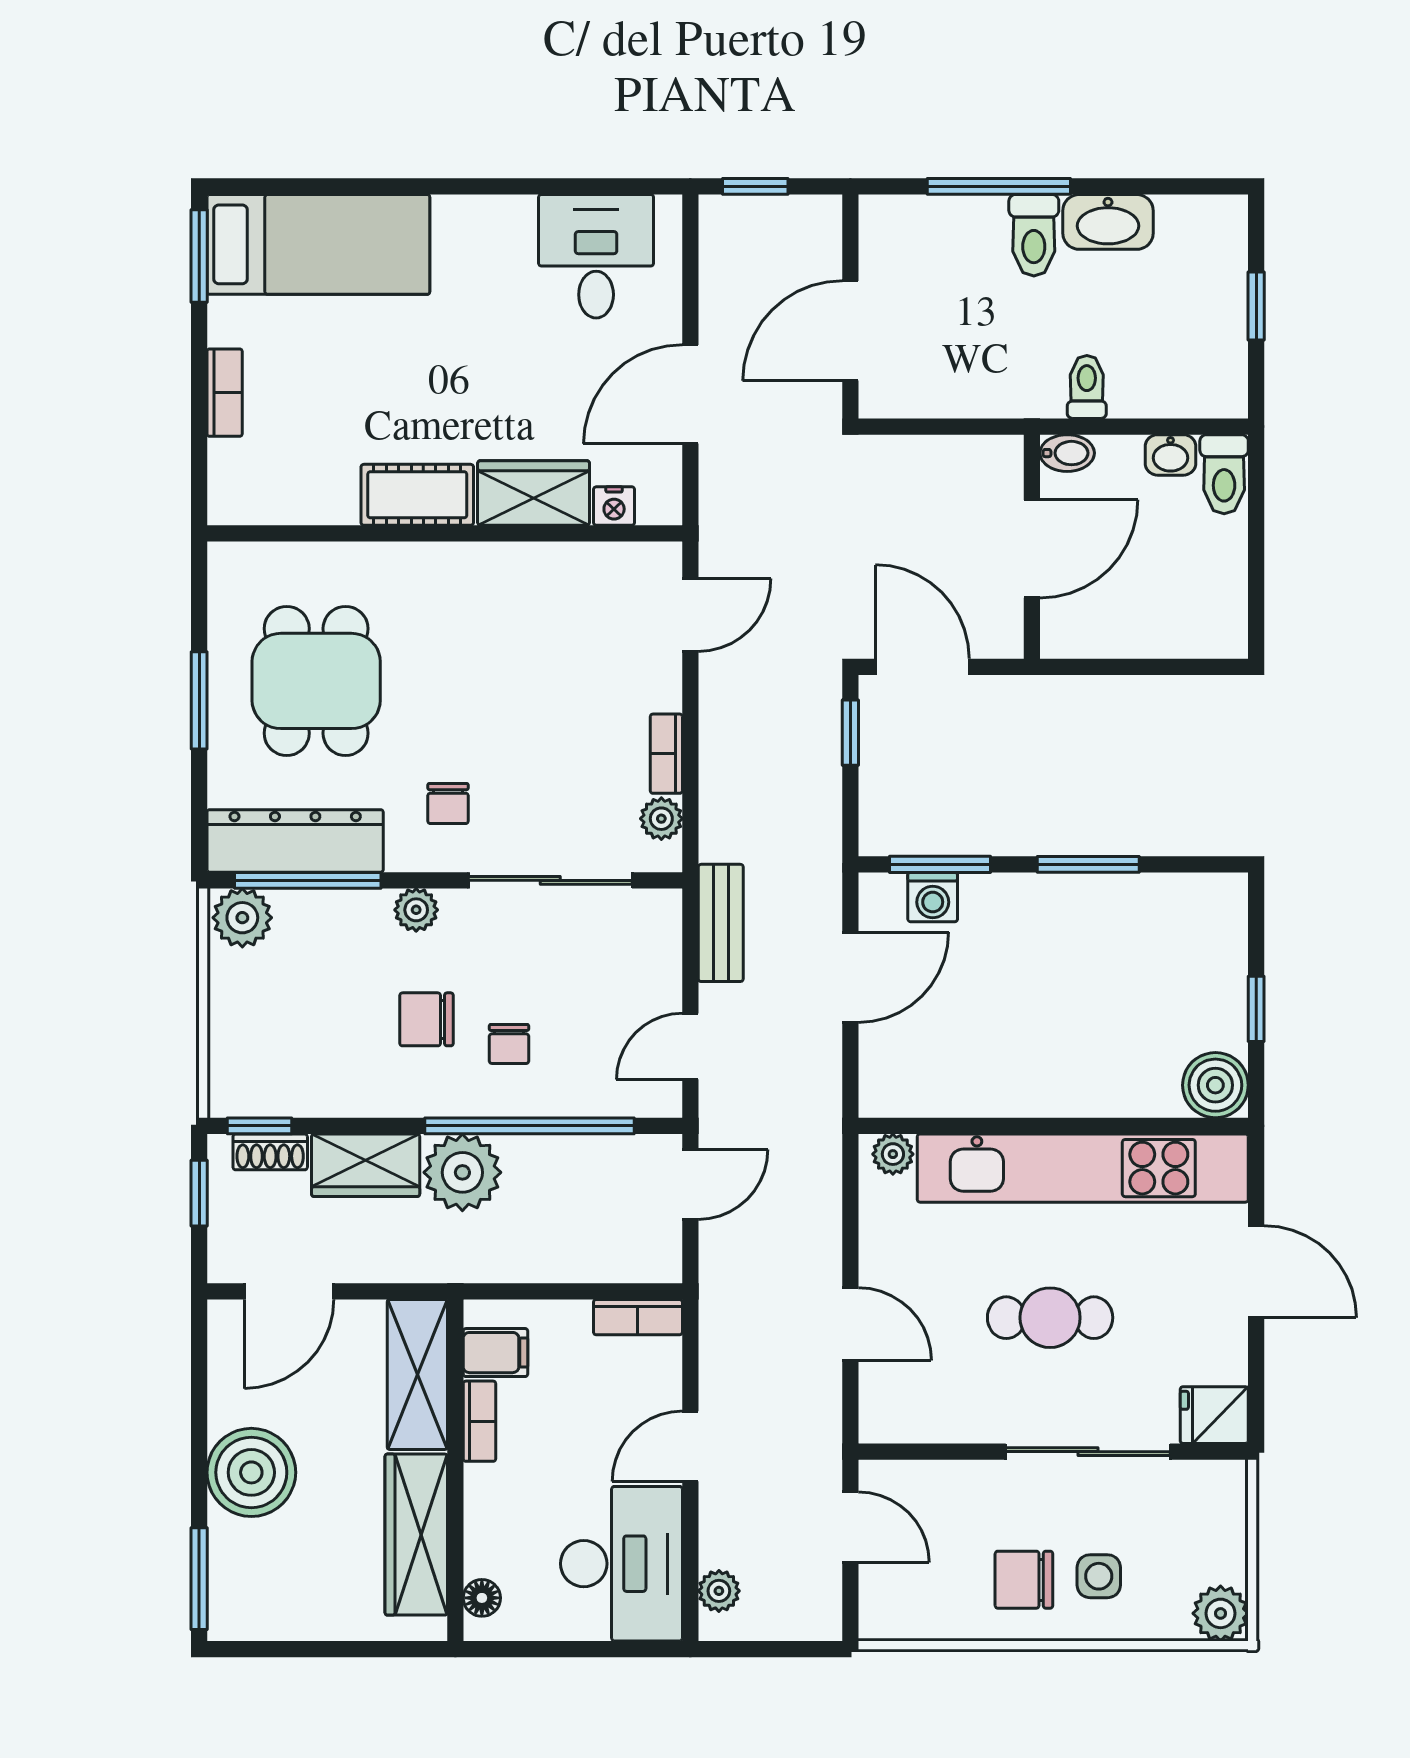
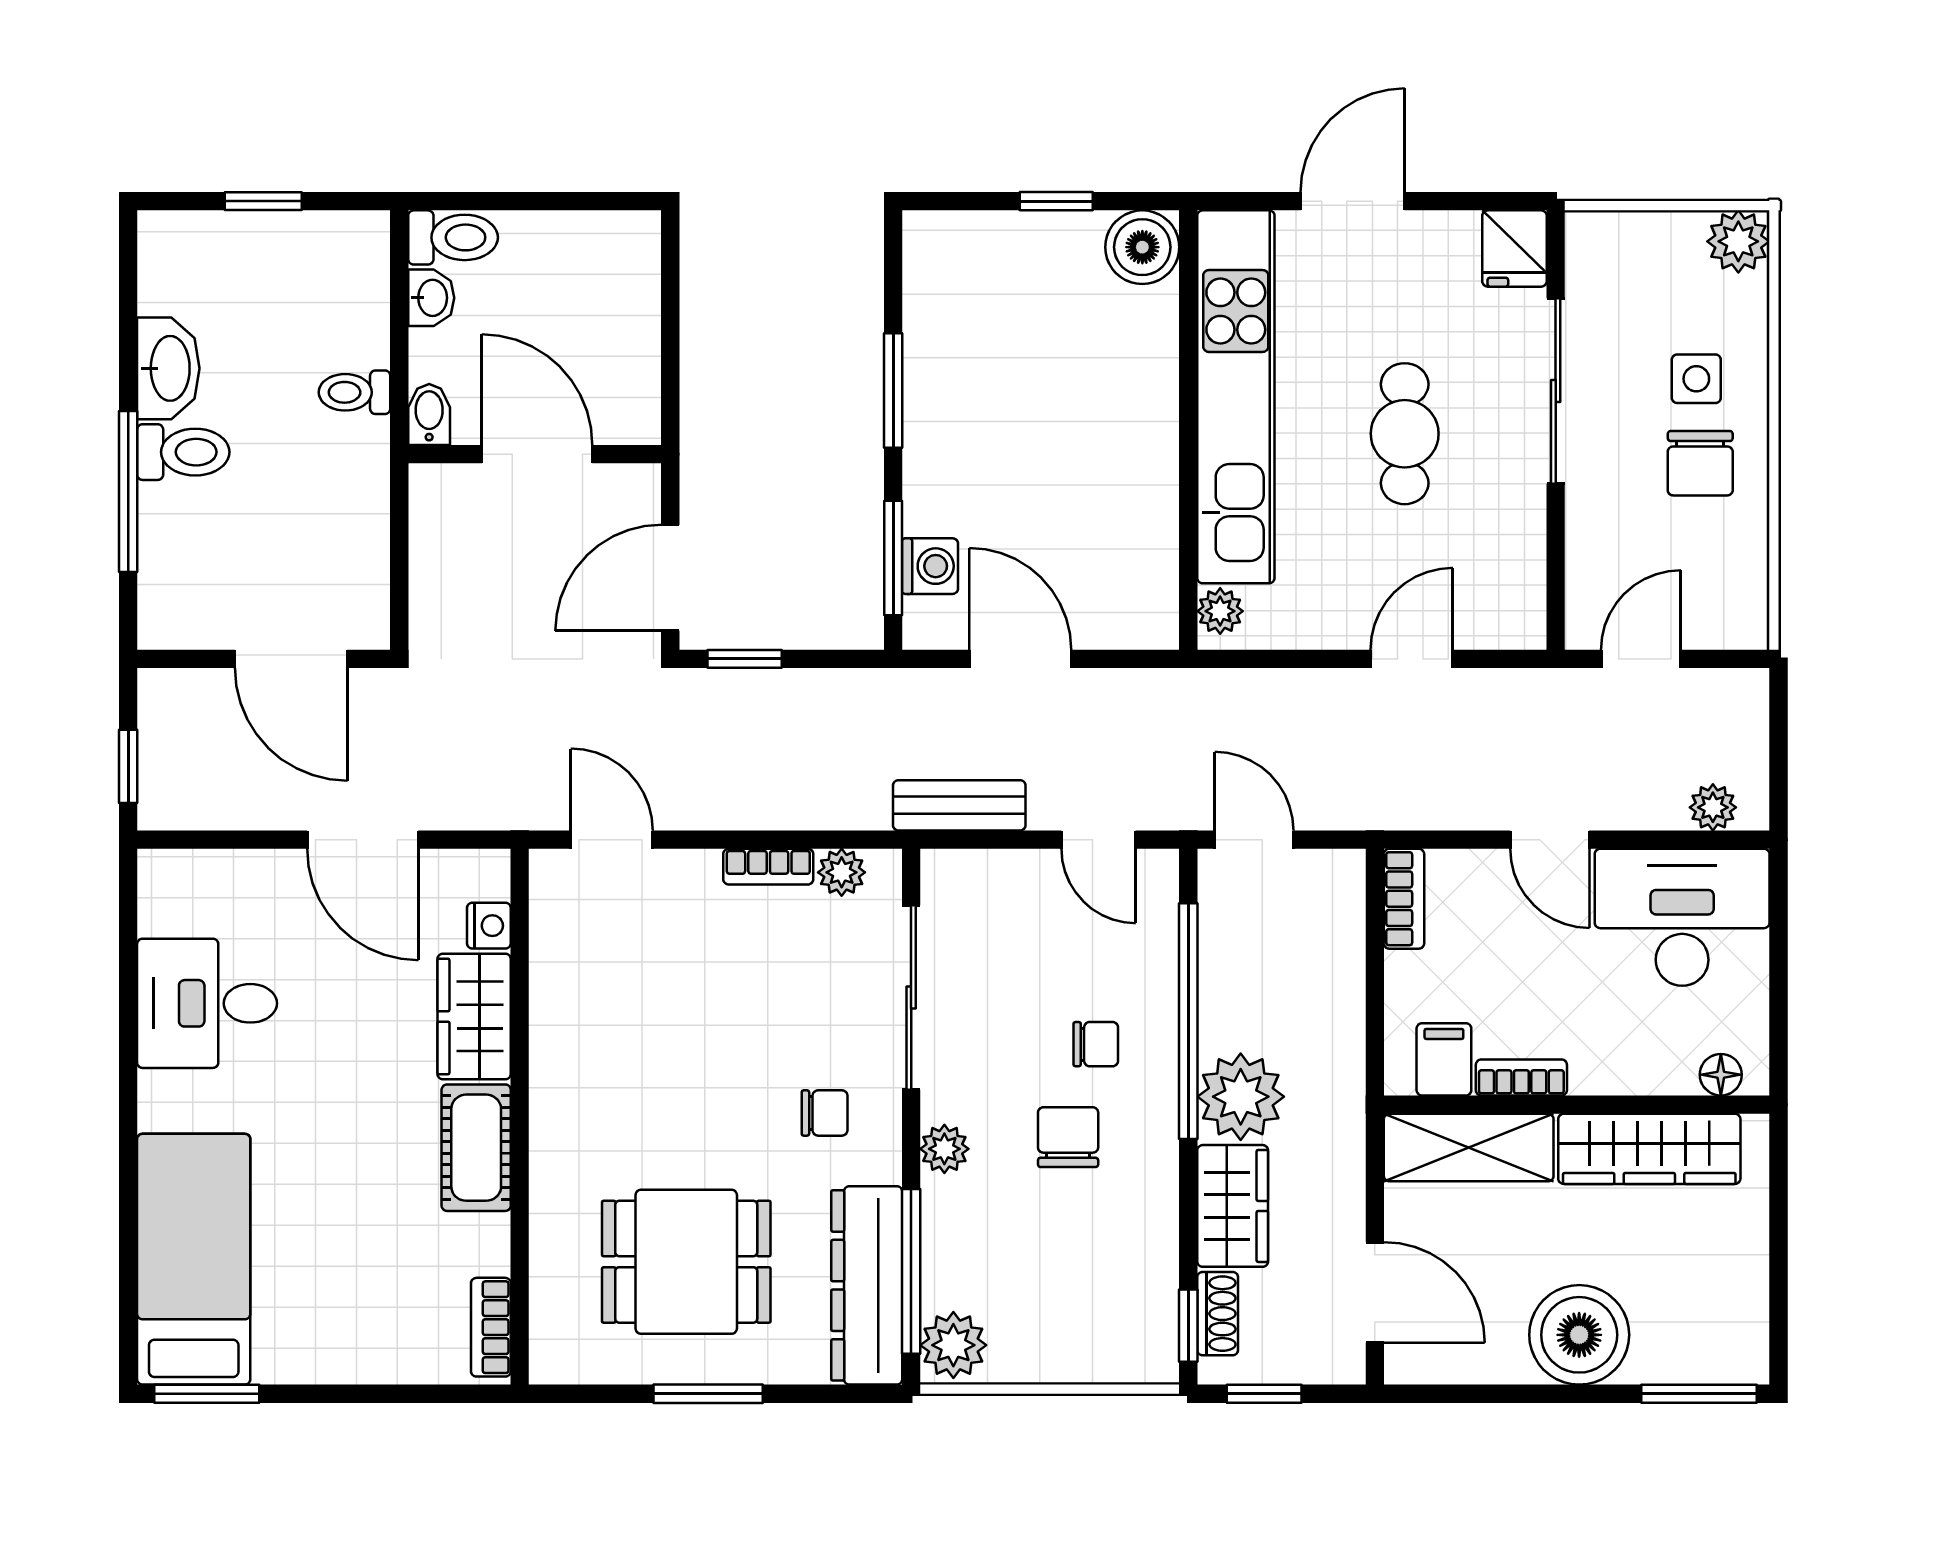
desk: (596, 256) -> (207, 1003), moved
bookcase: (225, 393) -> (491, 1327), moved, turned -90
chair: (427, 1019) -> (1068, 1137), turned 180

